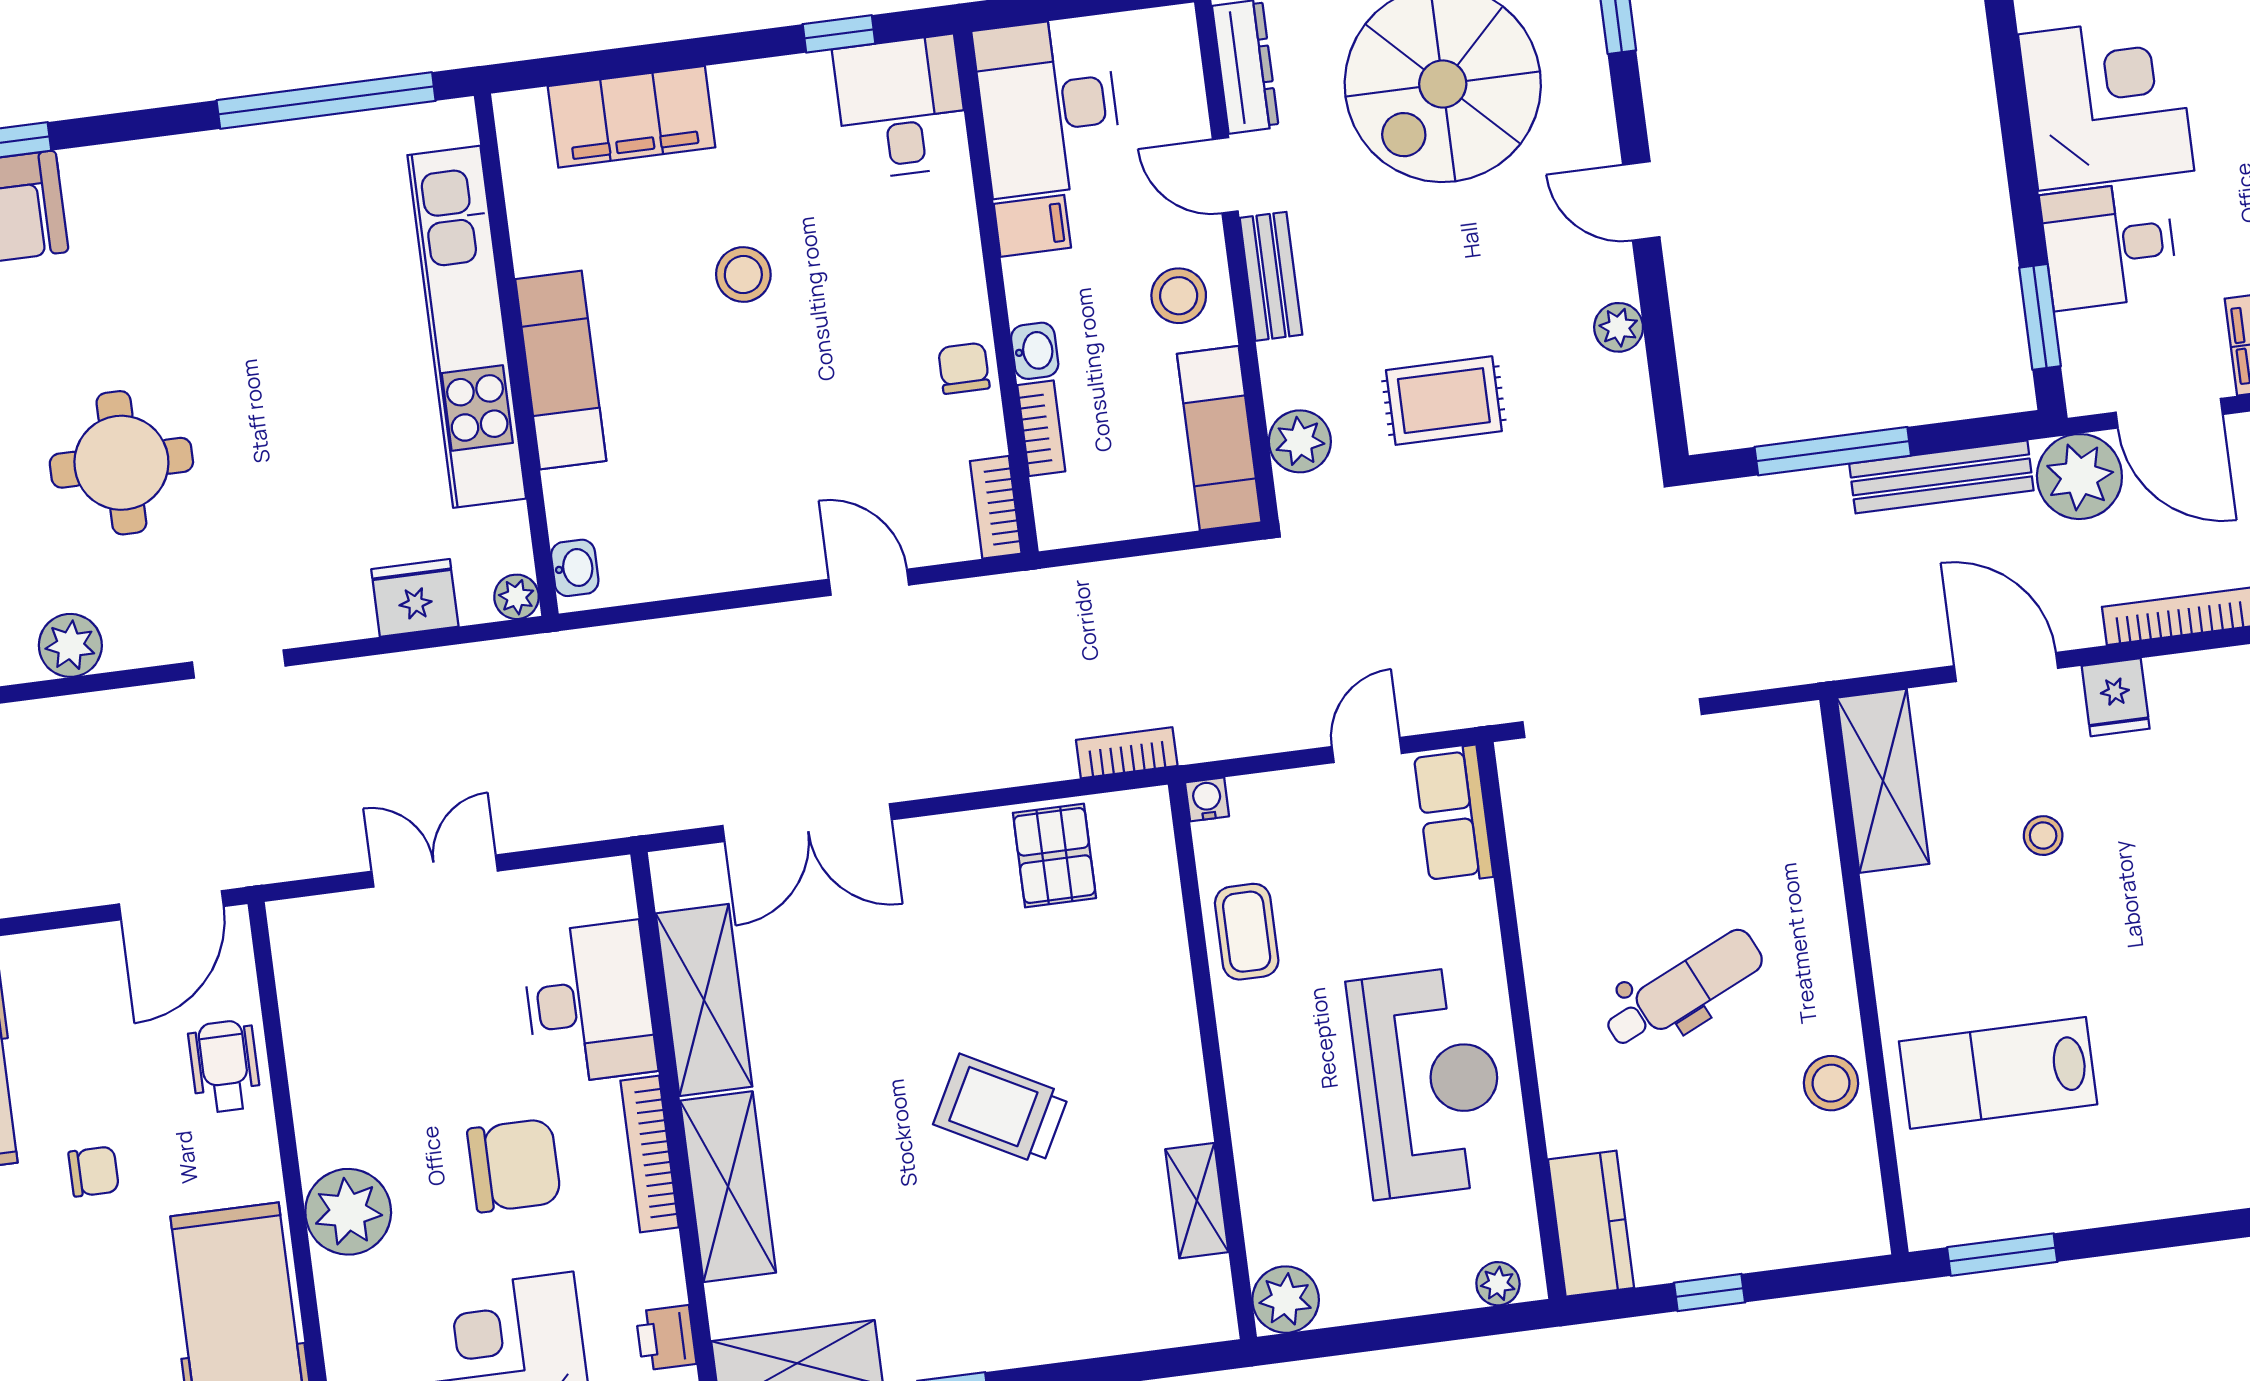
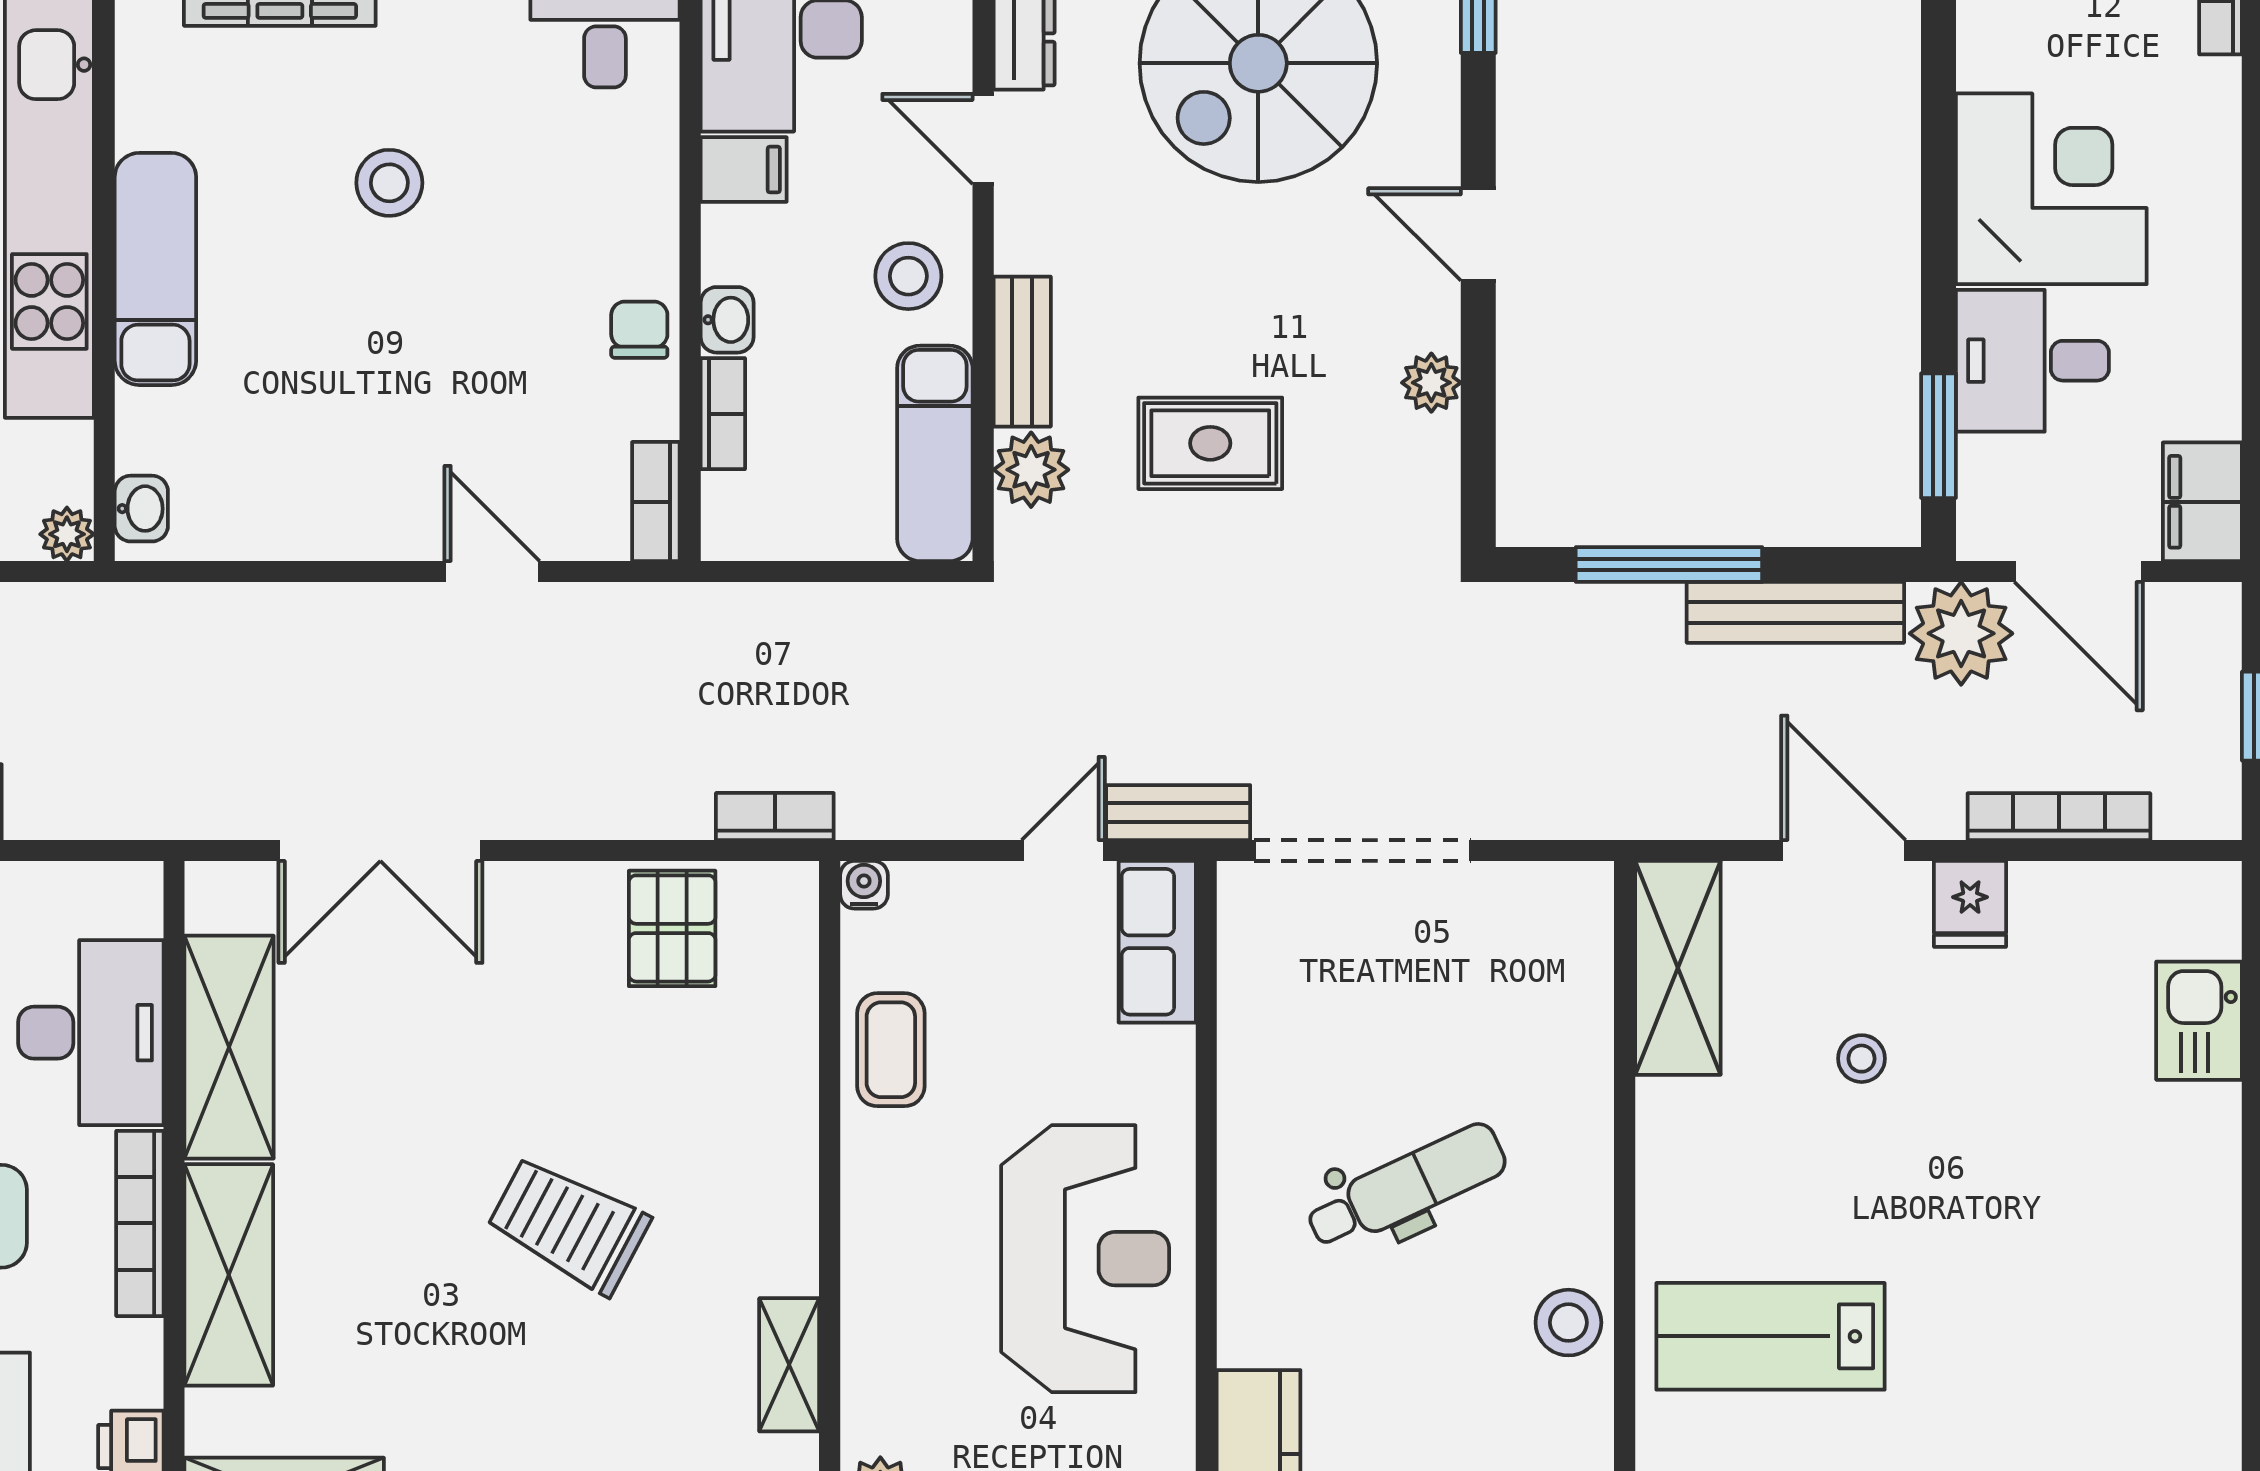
bench: (1271, 276) -> (1022, 352), moved
bench: (1457, 707) -> (1178, 813), added

